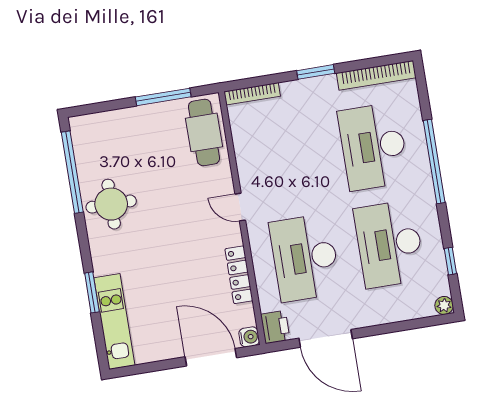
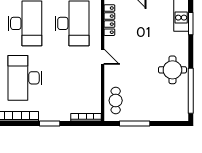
cafe table: (204, 132) -> (116, 101), width x0.73, depth x0.74
desk: (373, 146) -> (25, 78), turned 180

